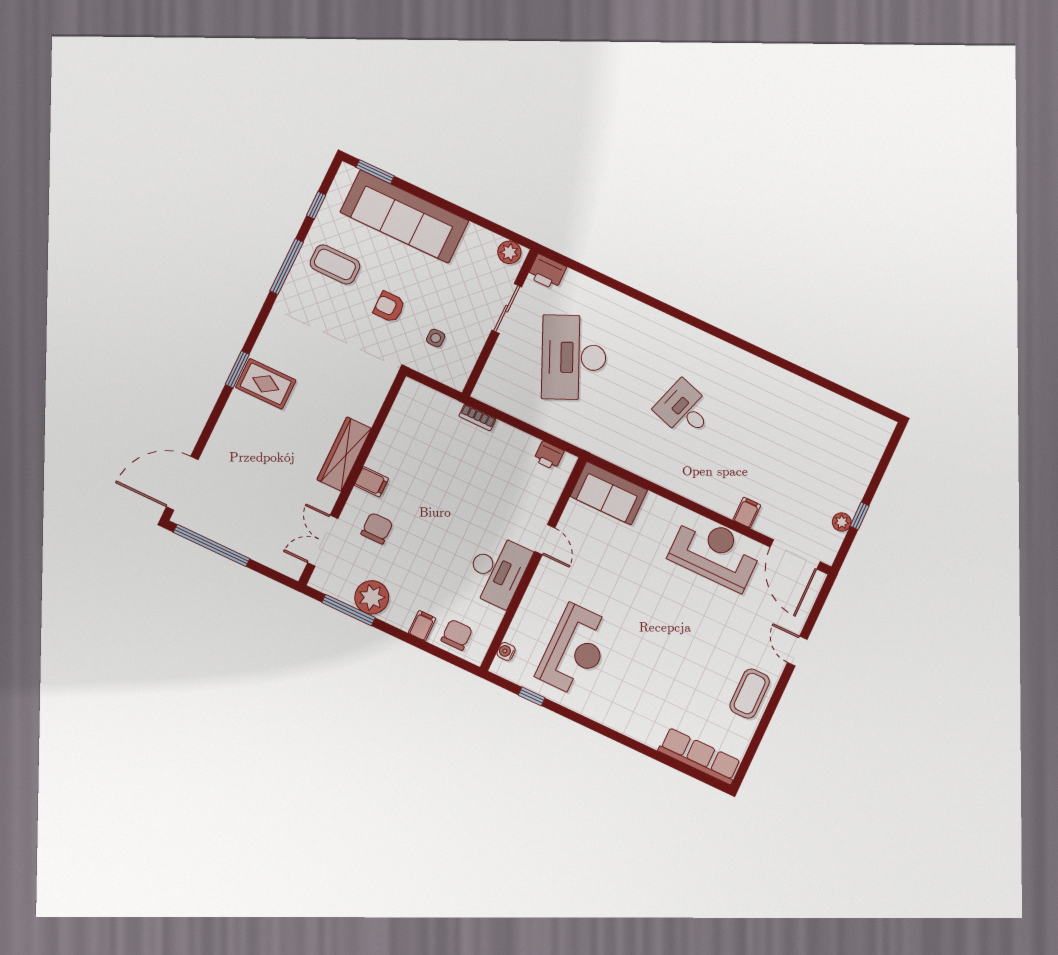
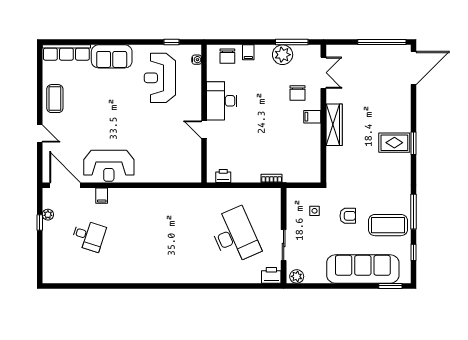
coffee table: (335, 264) -> (388, 225), width x1.36, depth x1.32
desk: (684, 409) -> (89, 236), moved
sofa: (609, 493) -> (112, 56), moved, turned 180

